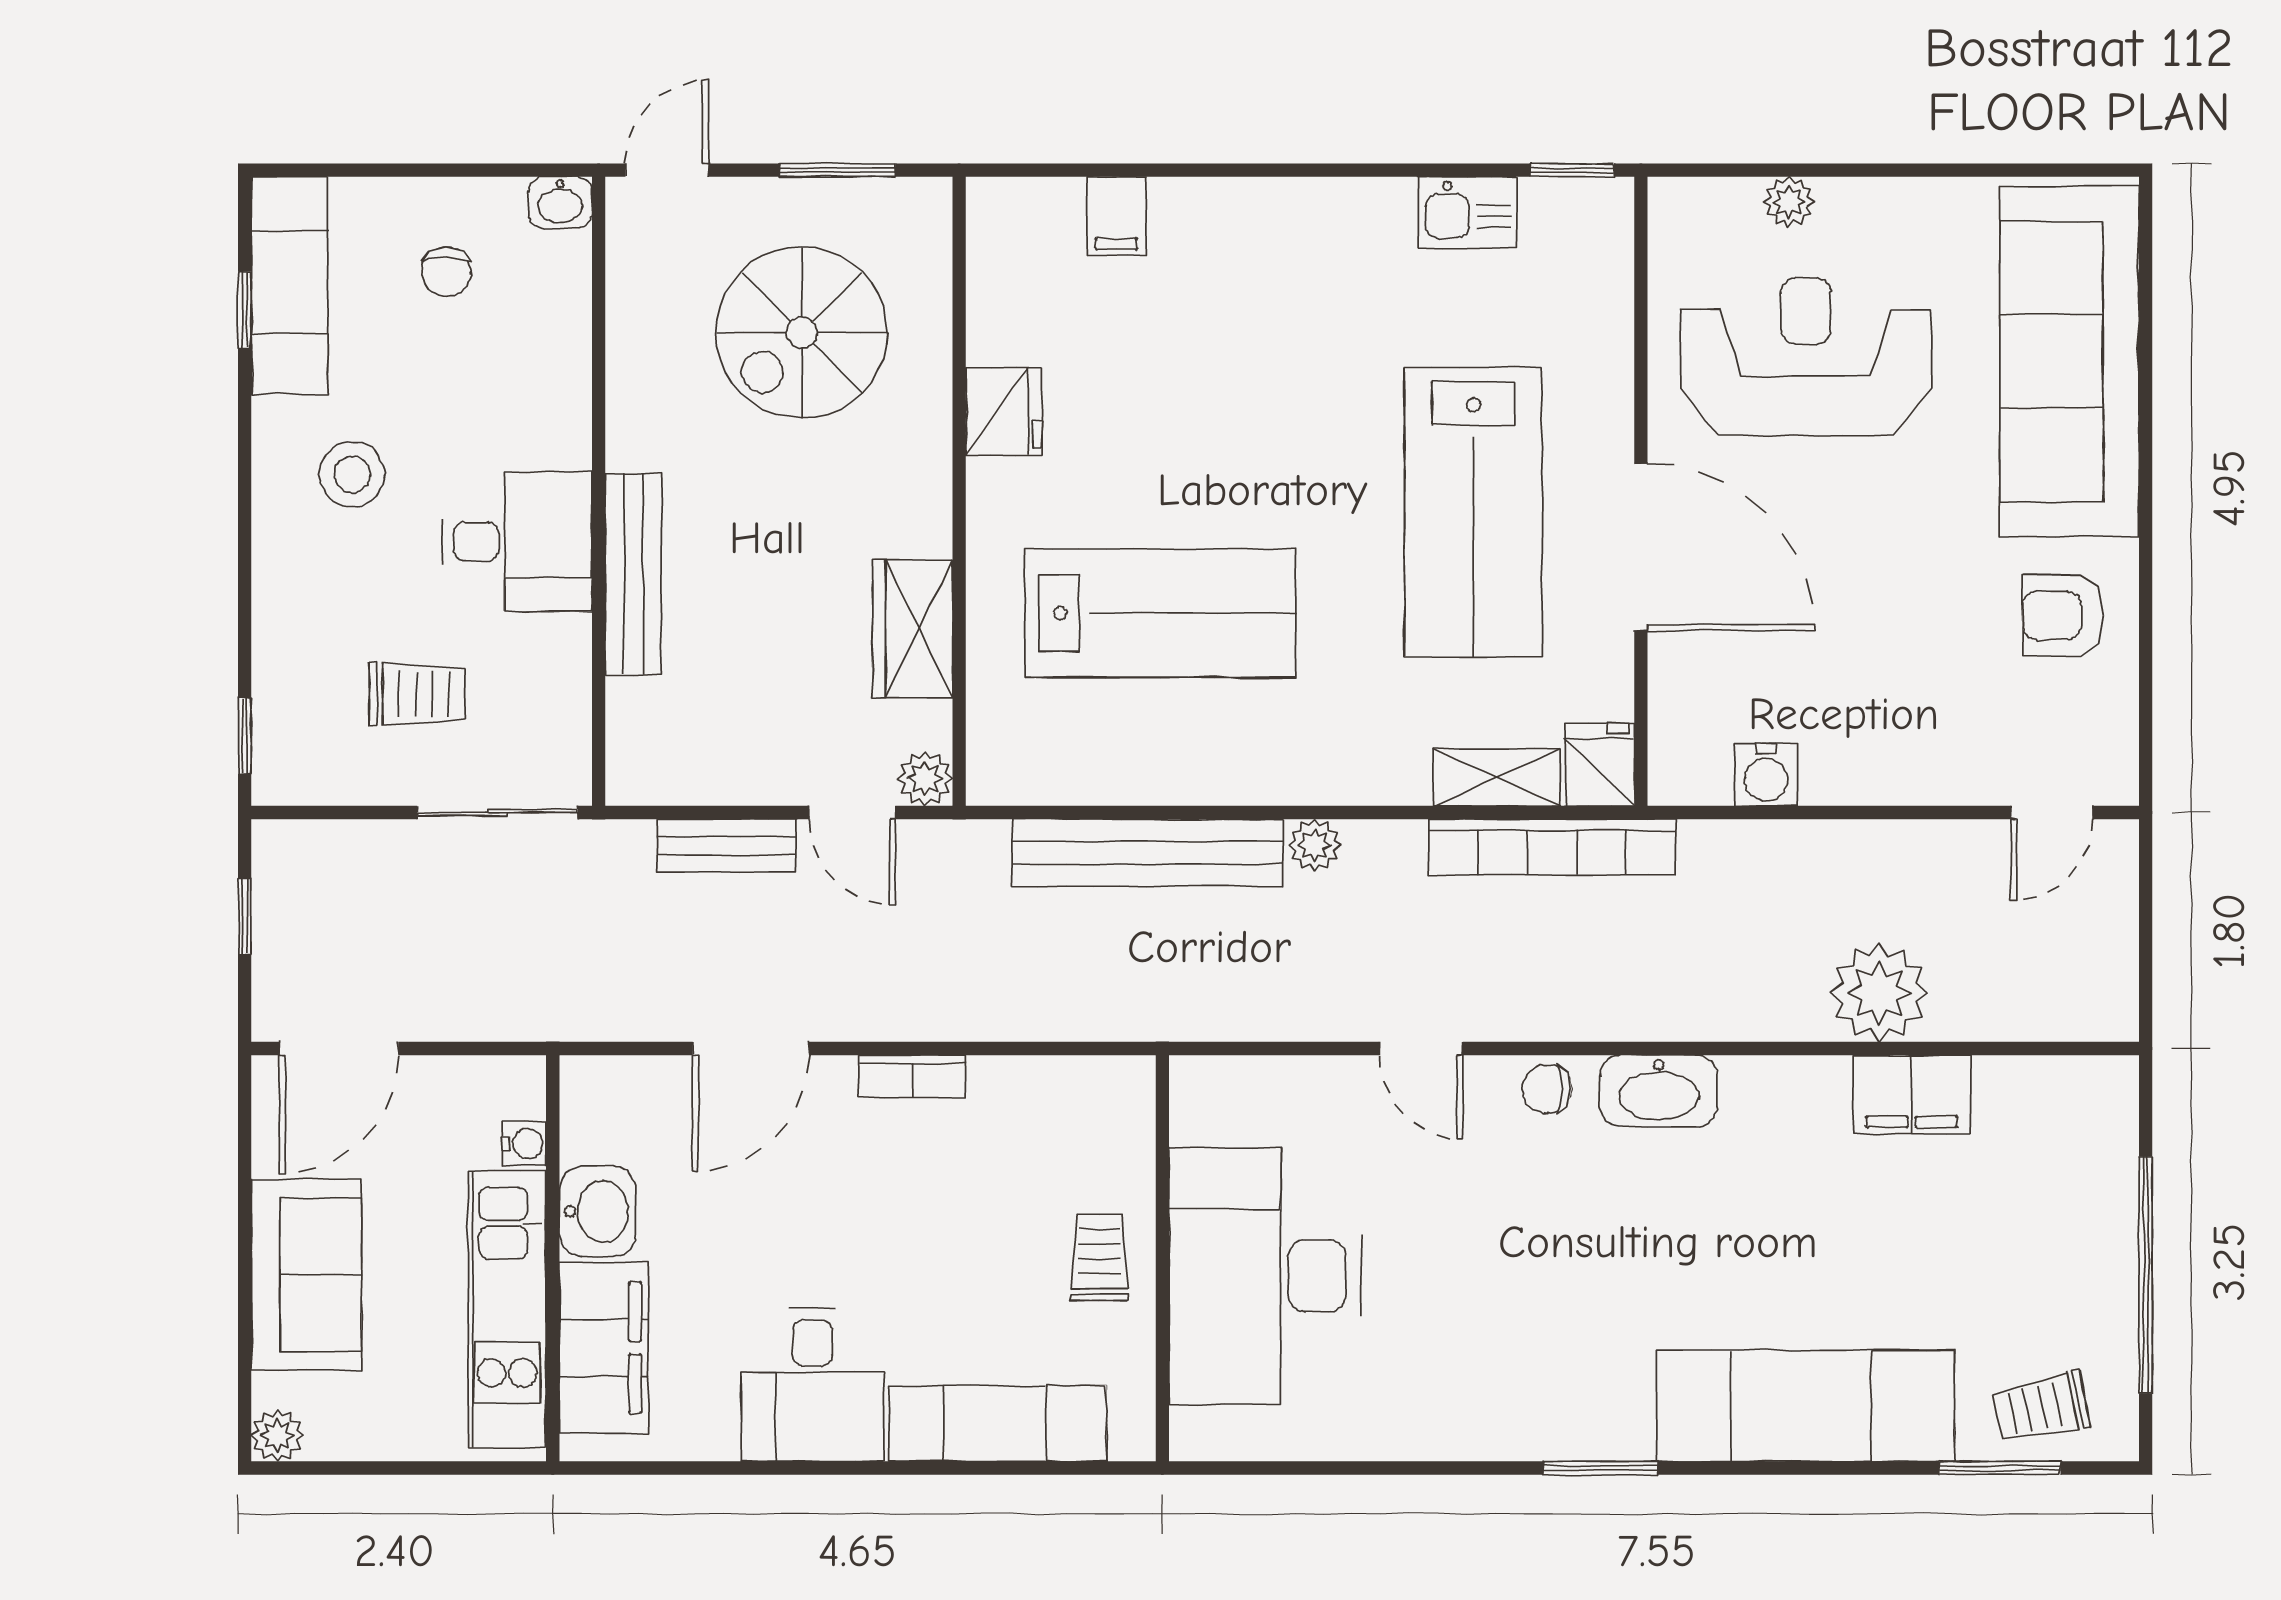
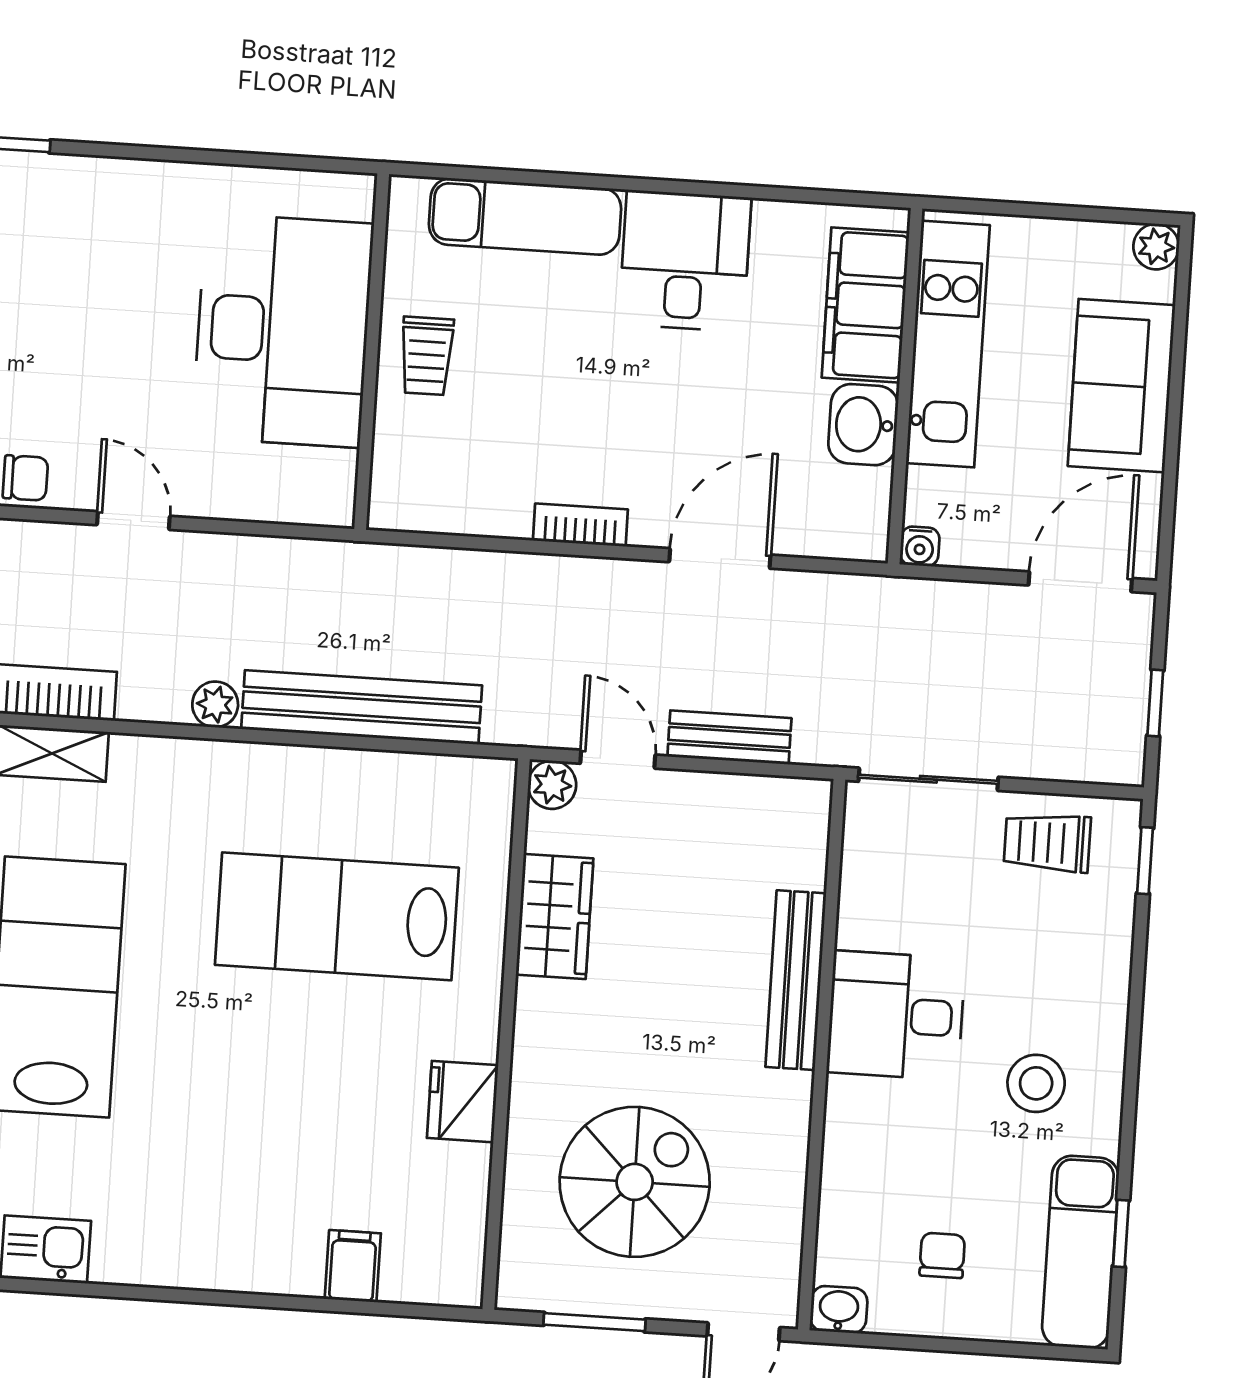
trolley: (417, 694) -> (1047, 842), moved
water cooler: (524, 1144) -> (920, 546), moved, turned -90

